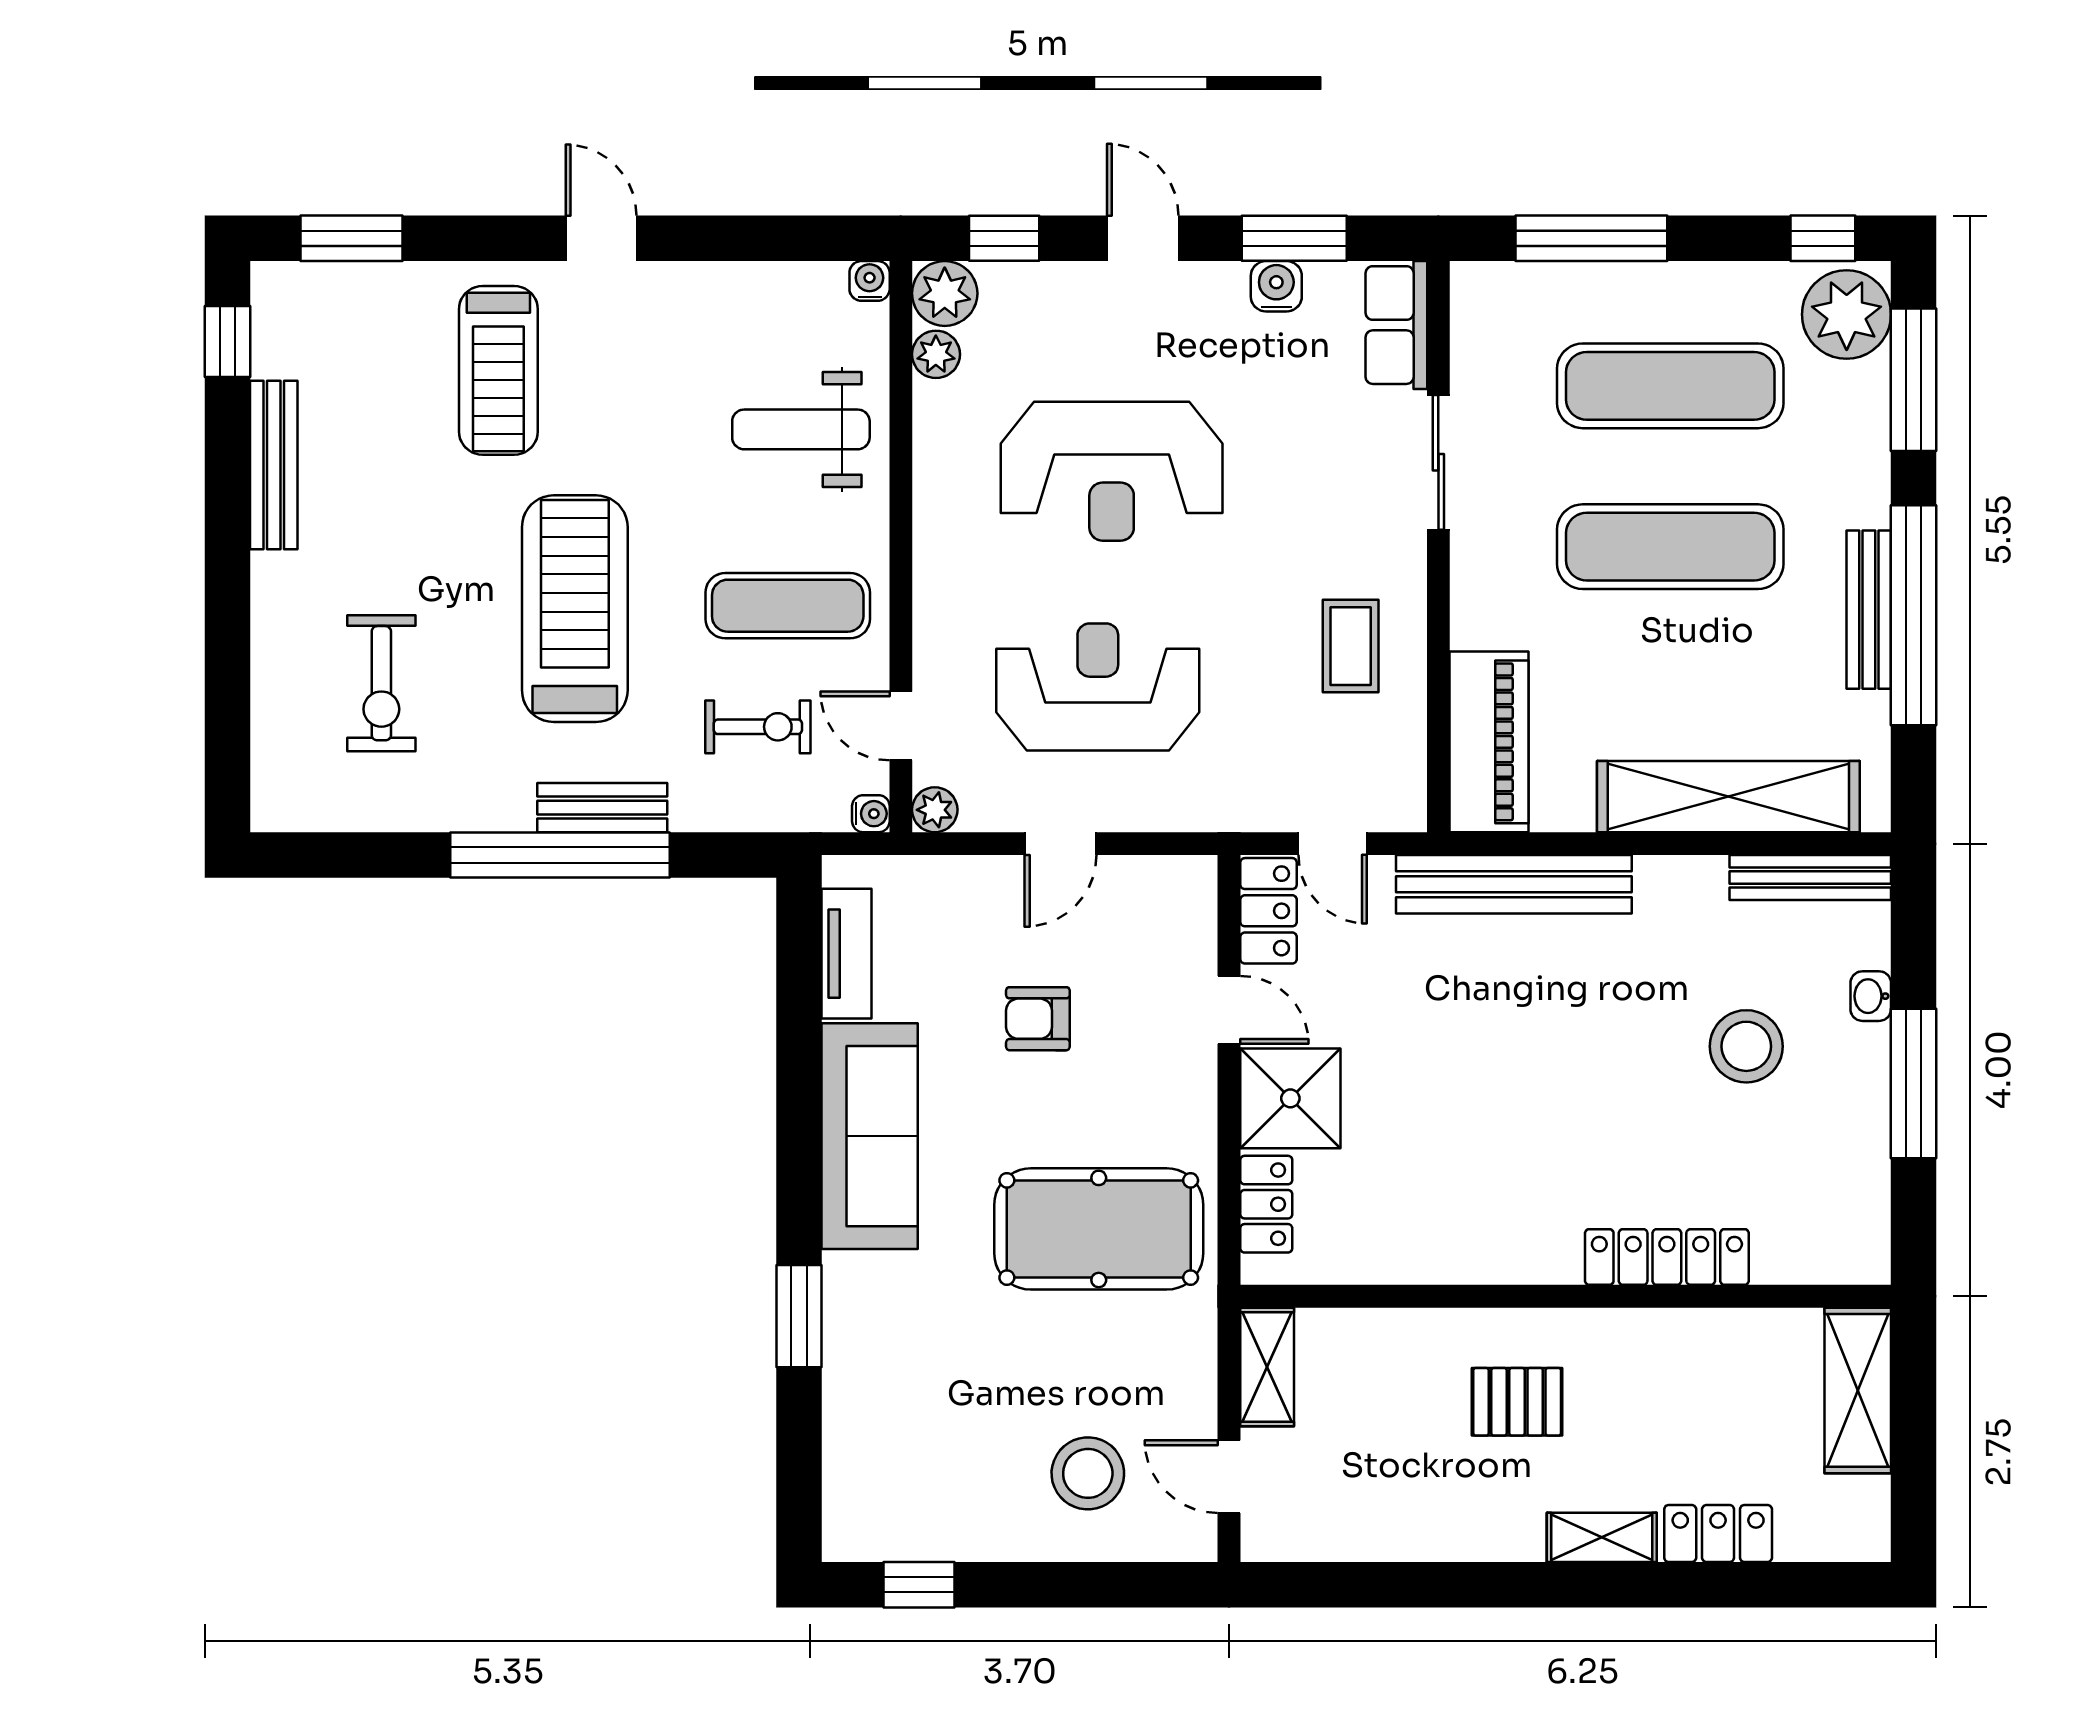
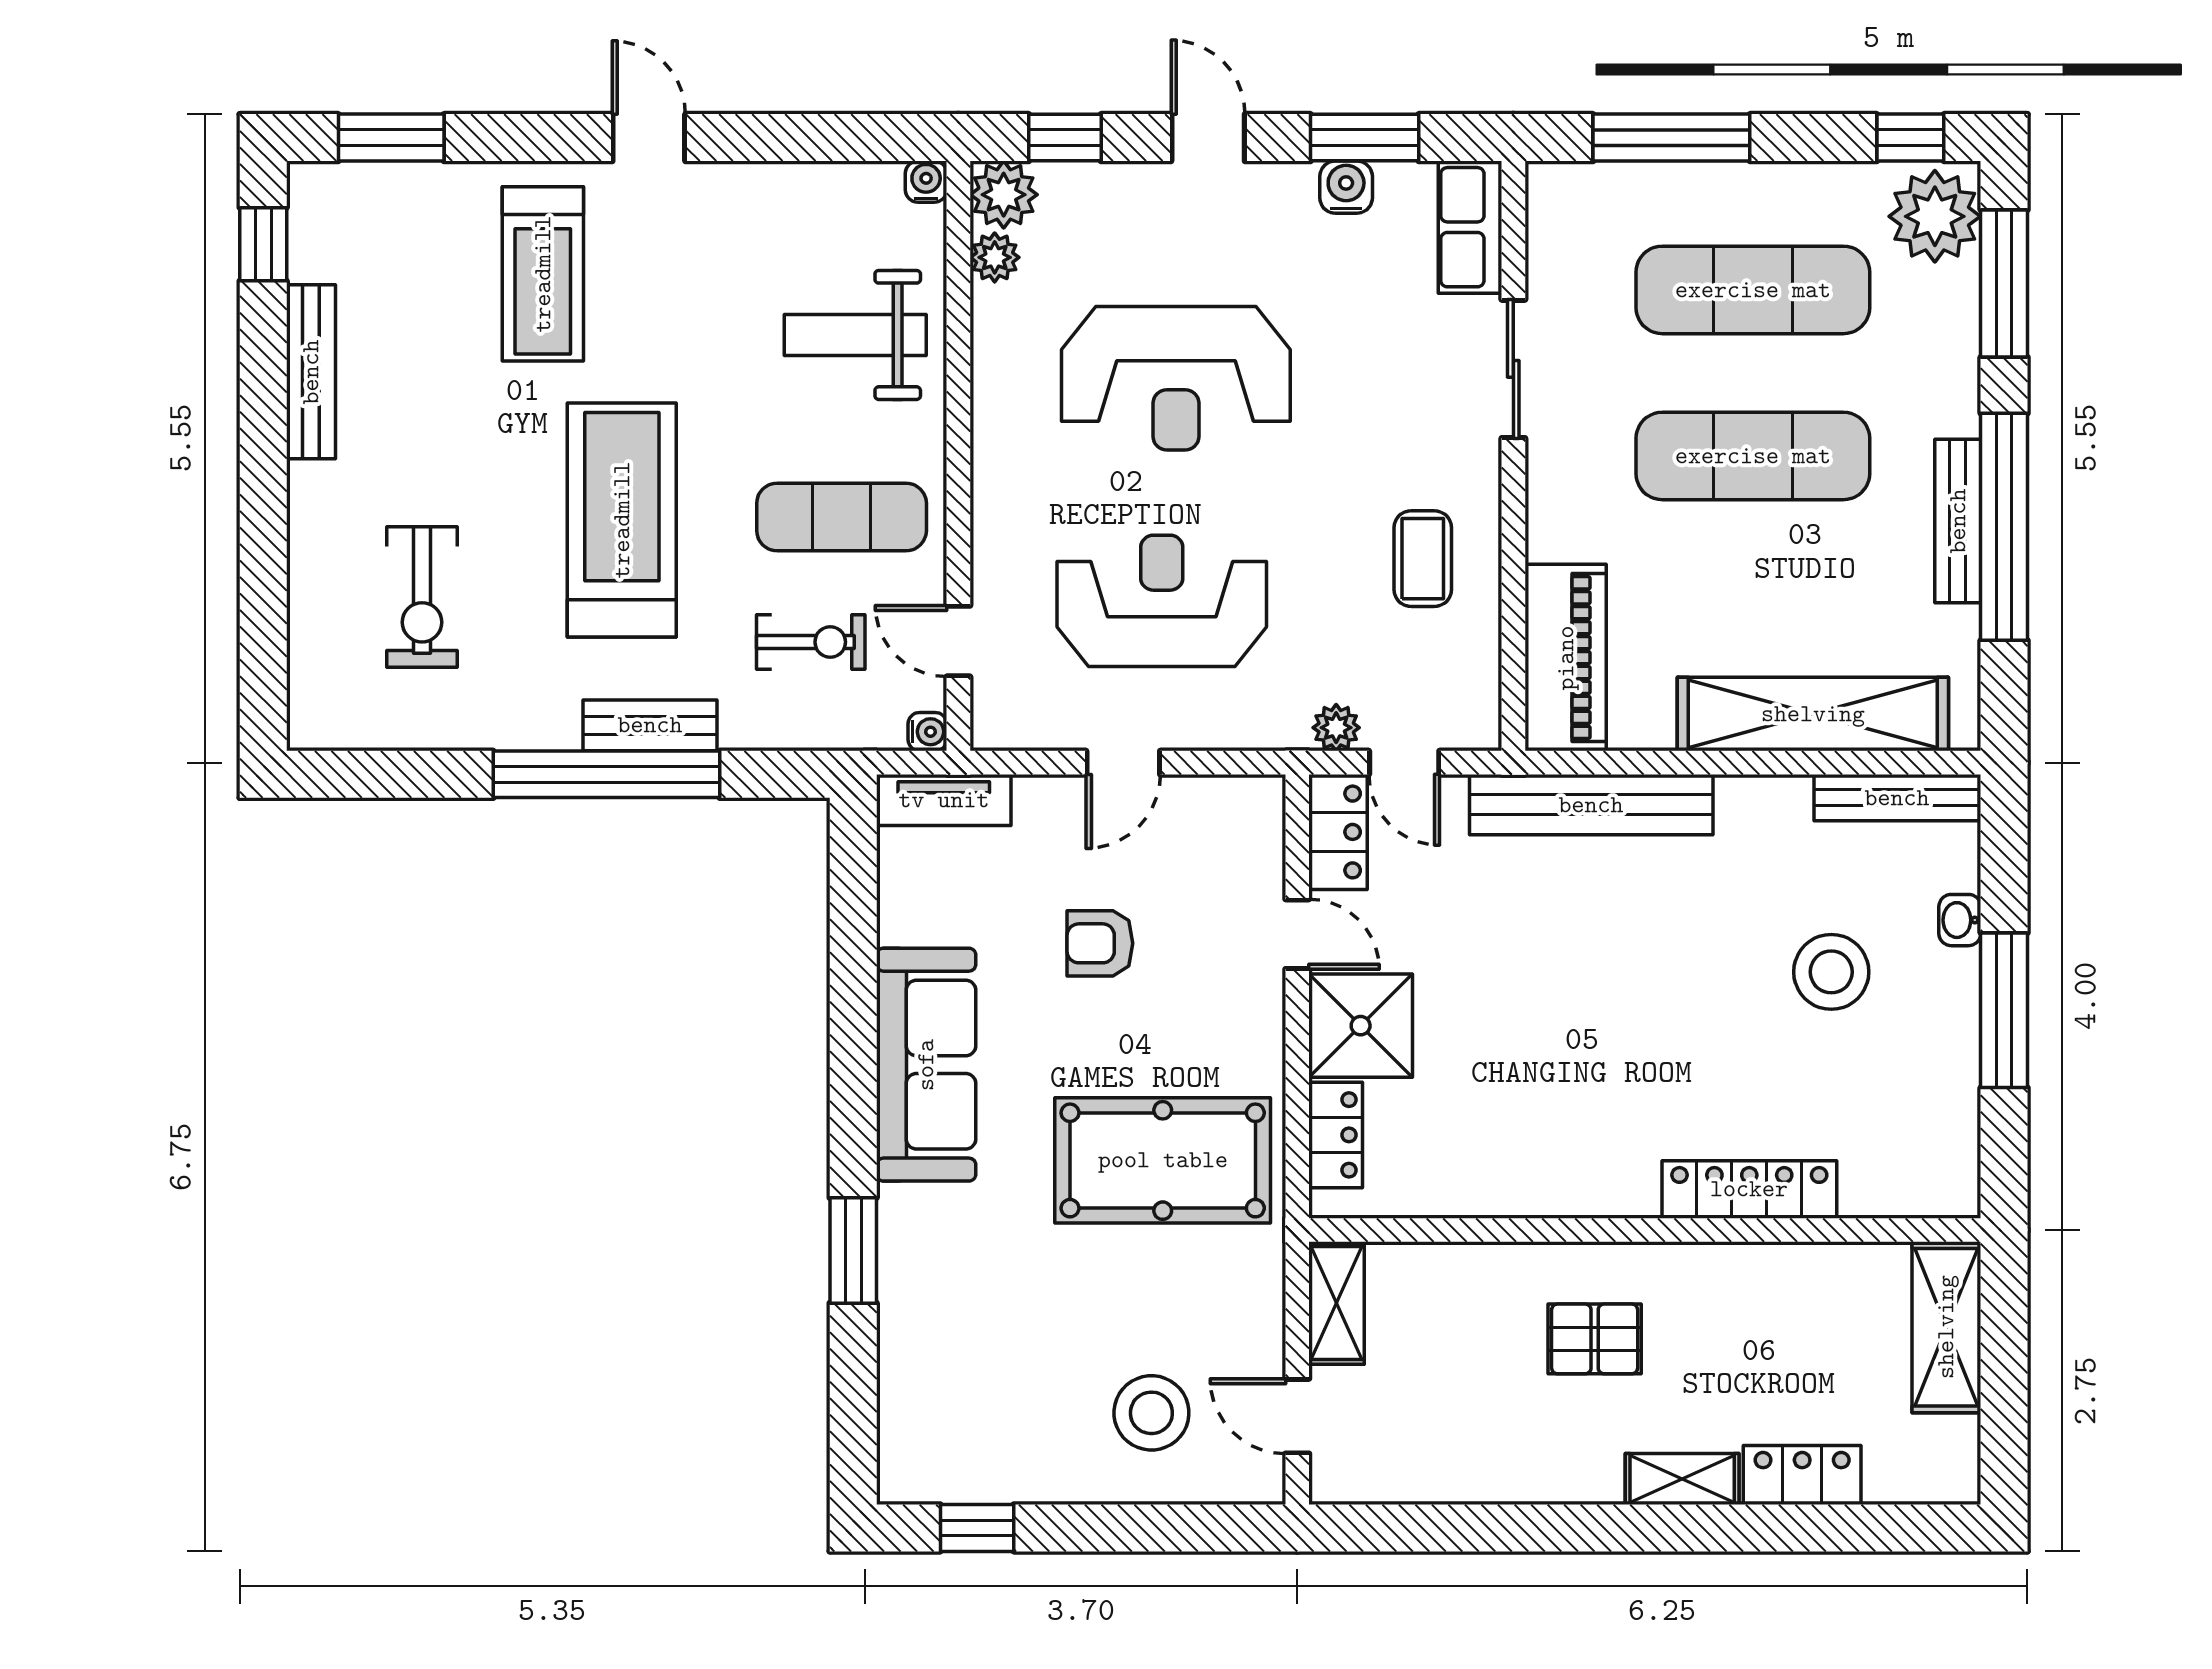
plant: (935, 810) -> (1336, 728), moved
tv unit: (846, 954) -> (944, 800), moved, turned 90

